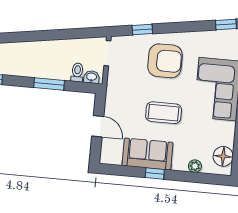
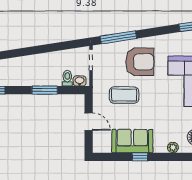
window: (142, 30) -> (118, 37), width x2.17
coffee table: (164, 113) -> (124, 95), moved

